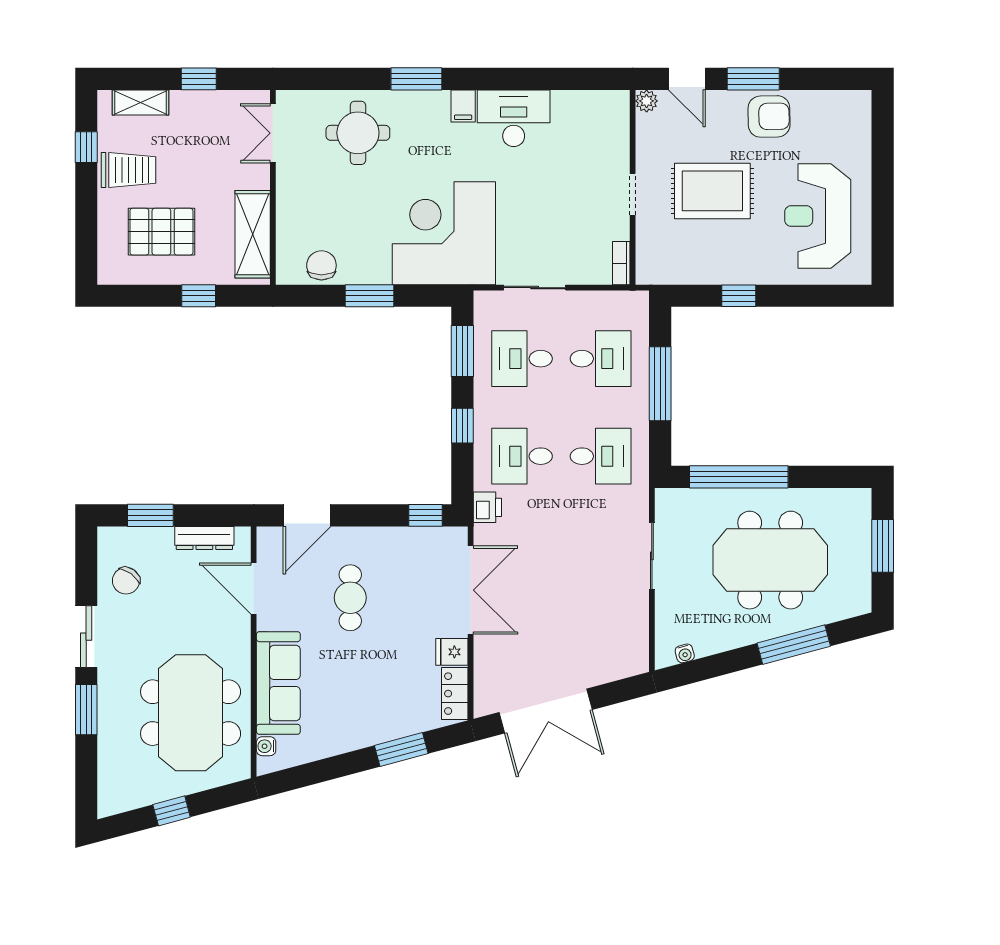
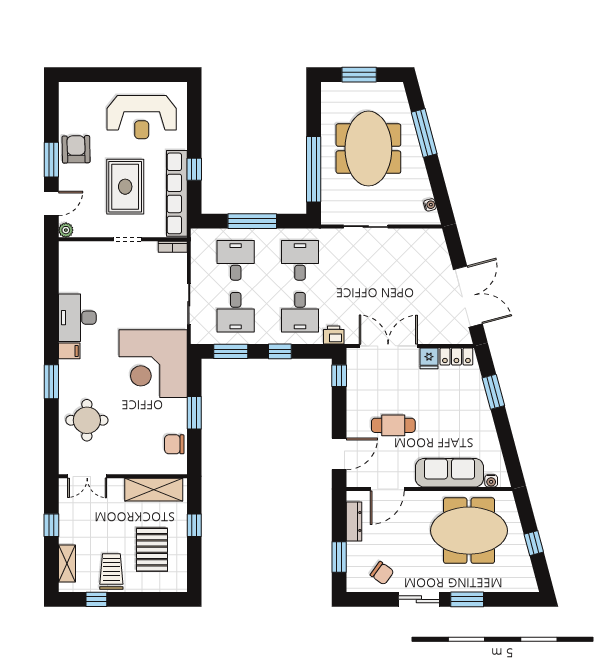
row of seats: (702, 269) -> (177, 193), added
door: (307, 515) -> (339, 454), hinge flipped

